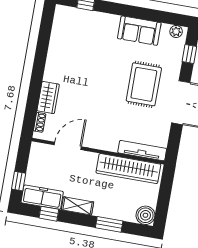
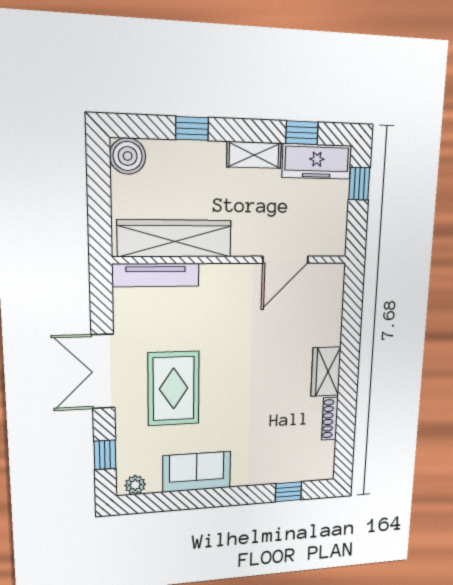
wardrobe: (48, 98) -> (326, 372), moved
shoe rack: (40, 122) -> (330, 419), moved, width x1.43
window: (109, 224) -> (192, 128), width x0.67

